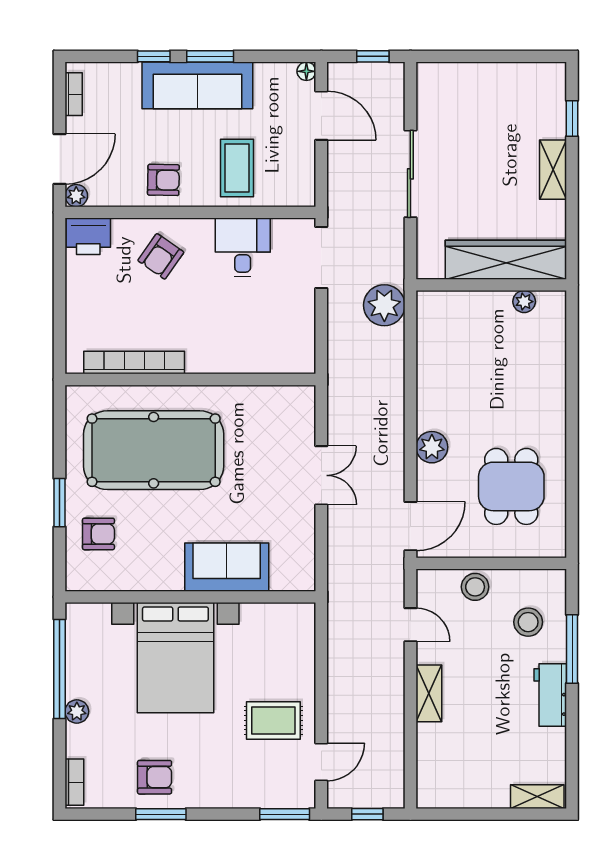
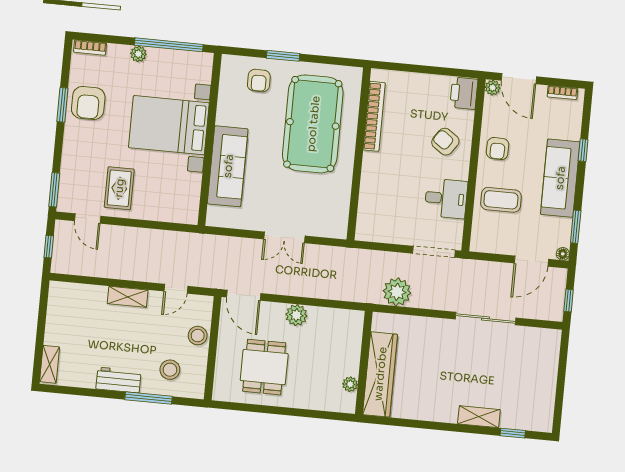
window: (210, 56) -> (576, 227), moved
wardrobe: (506, 260) -> (380, 374), moved
wall: (491, 285) -> (364, 363), moved
plant: (524, 302) -> (350, 384), moved
dining table: (511, 486) -> (264, 367), turned 90
sofa: (227, 567) -> (228, 166), width x1.36
armchair: (155, 777) -> (88, 103), width x1.38, depth x1.38

